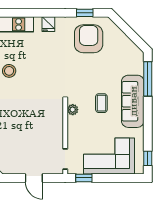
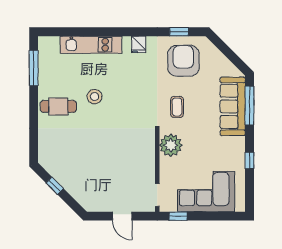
sofa: (133, 101) -> (233, 106), moved
coffee table: (101, 103) -> (177, 107), moved
plant: (73, 110) -> (171, 145), width x1.87, depth x1.87
window: (148, 158) -> (249, 160), moved

